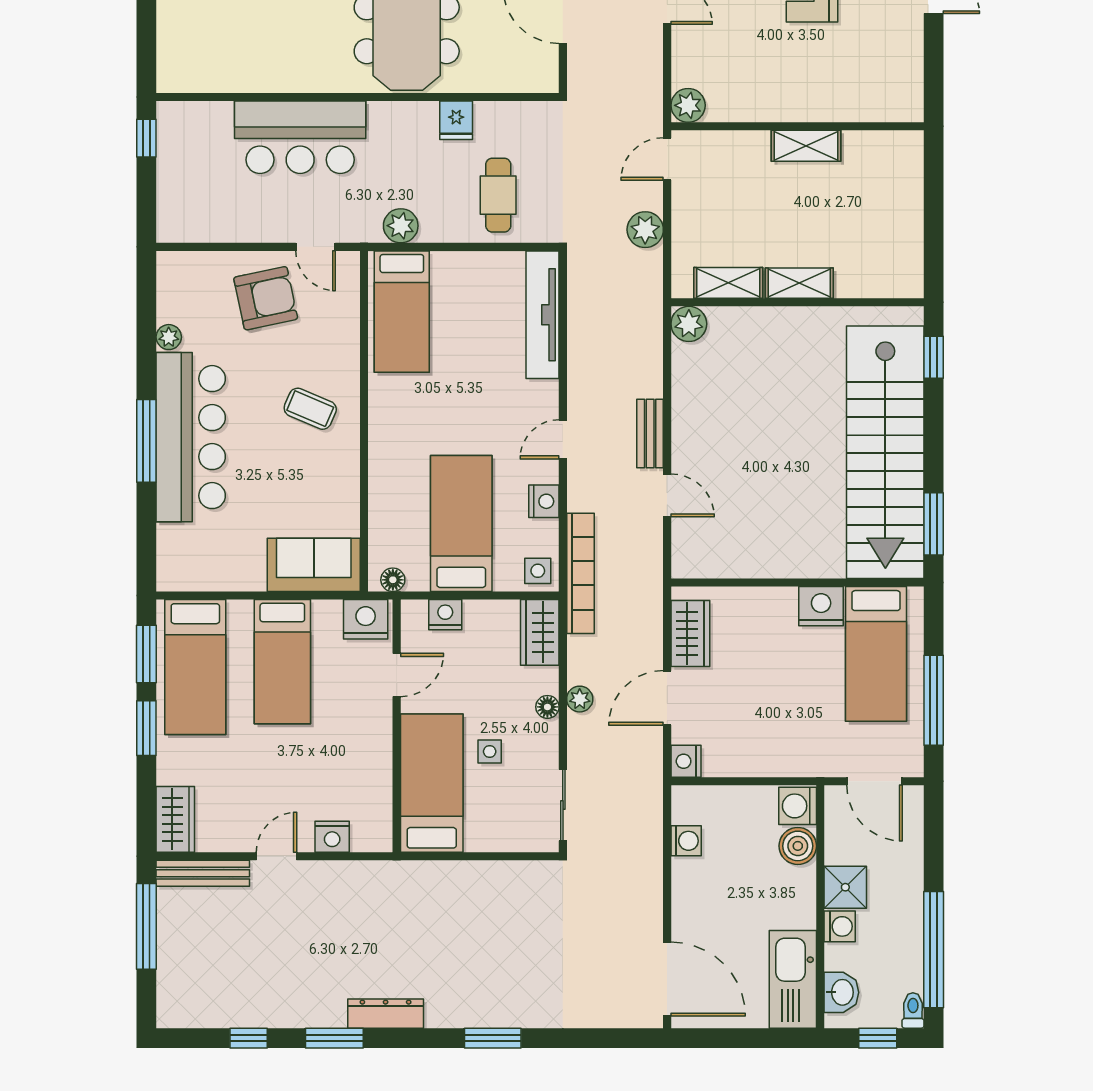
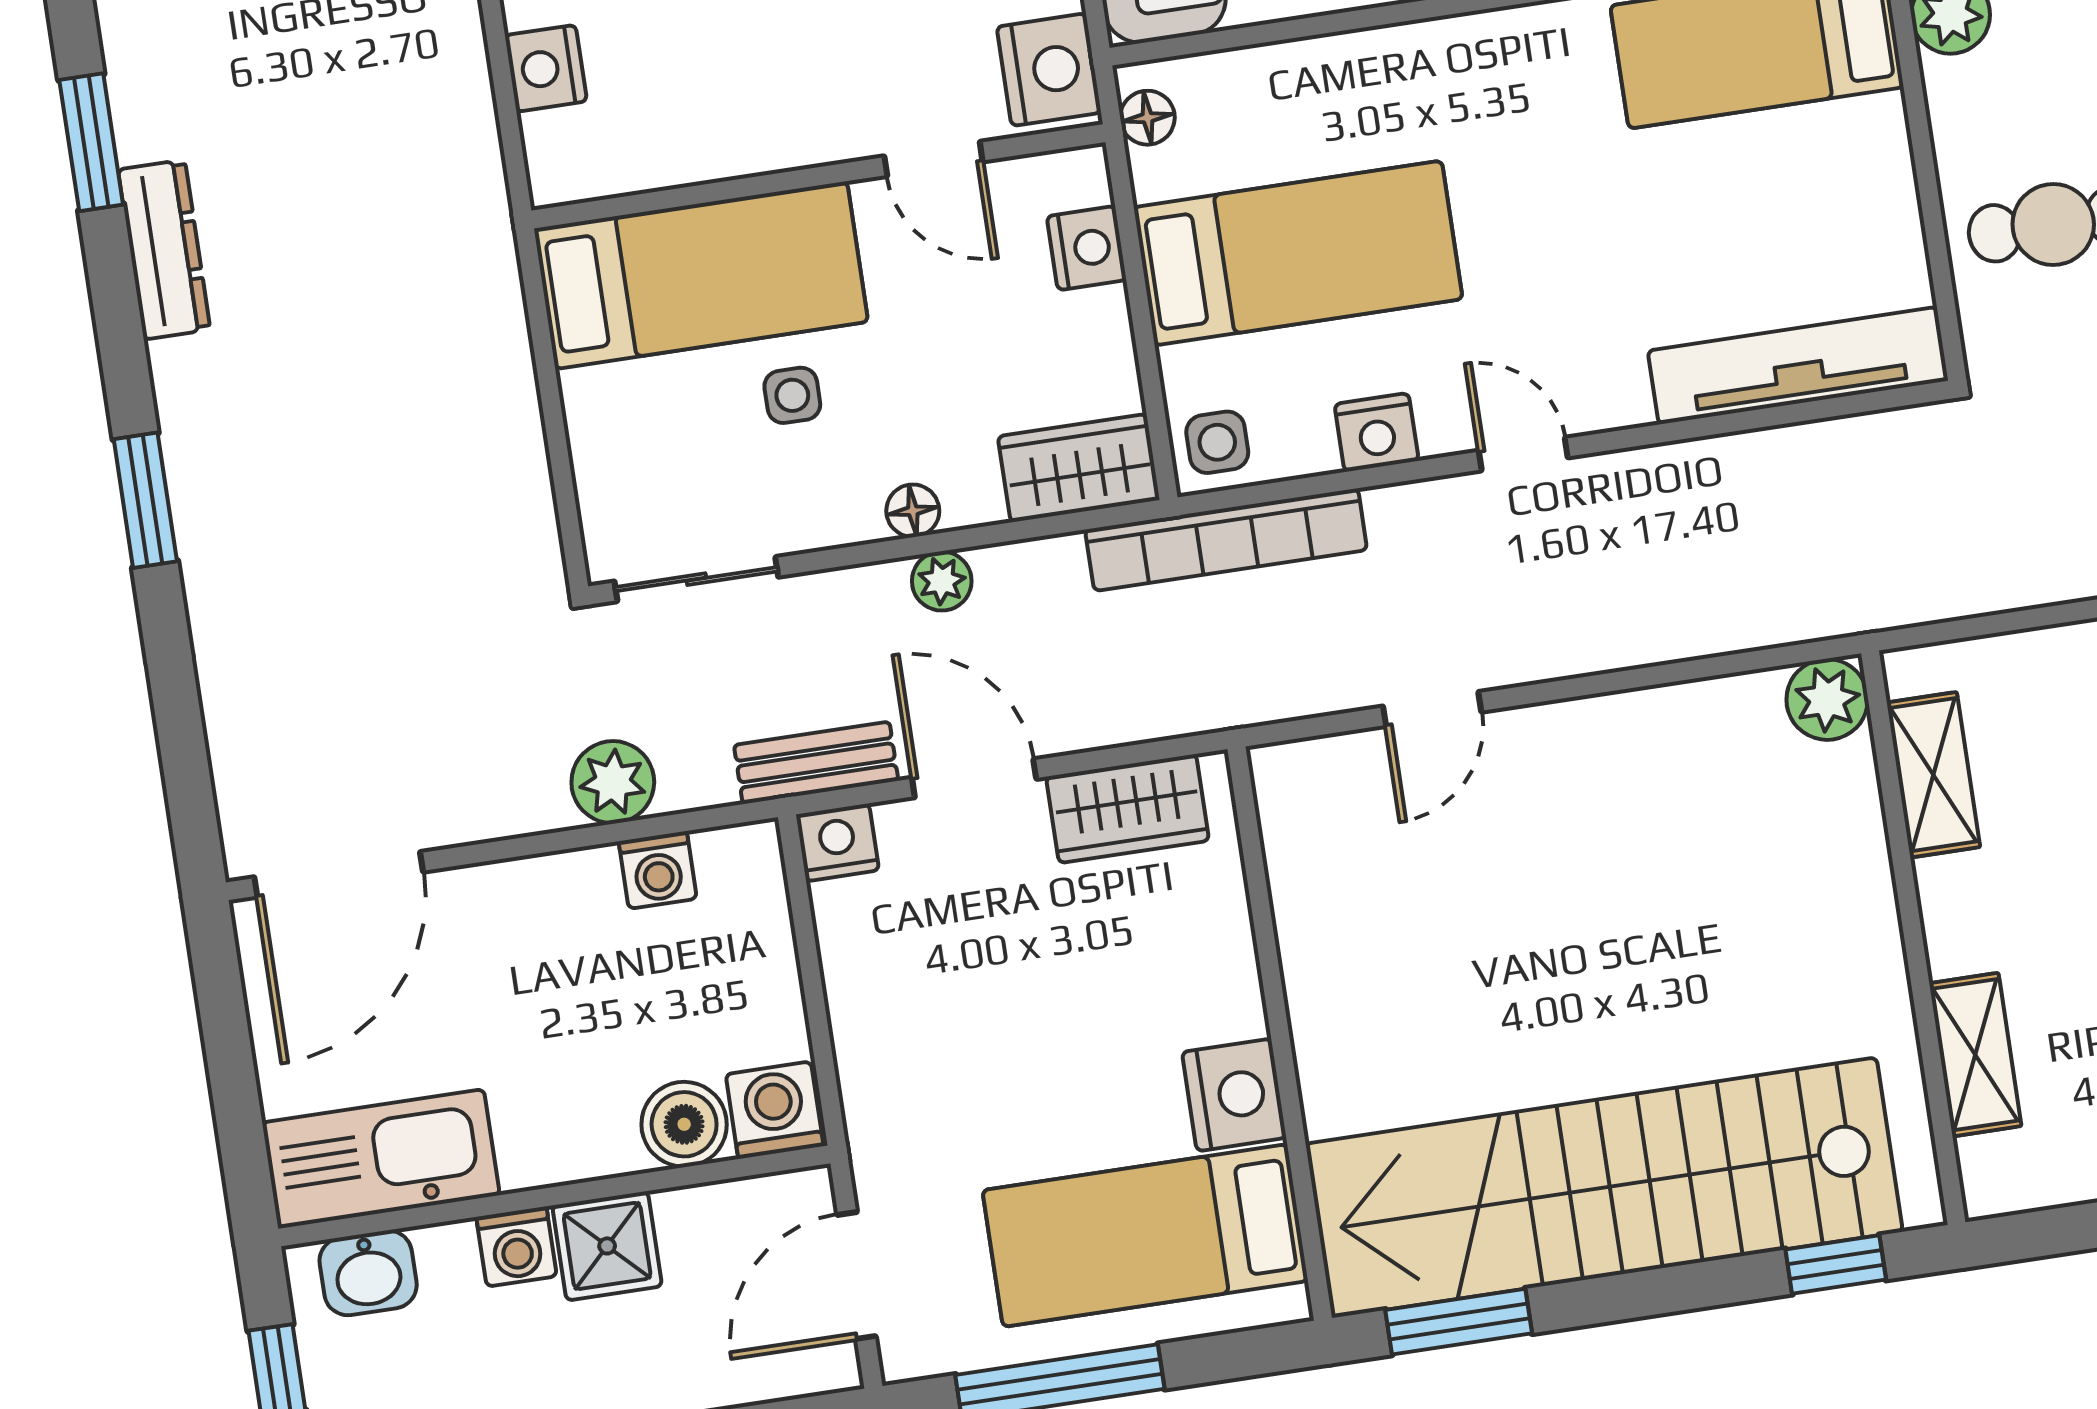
plant: (645, 230) -> (613, 782), moved
shelving: (799, 283) -> (1975, 1055), moved
bench: (650, 434) -> (816, 763), moved

